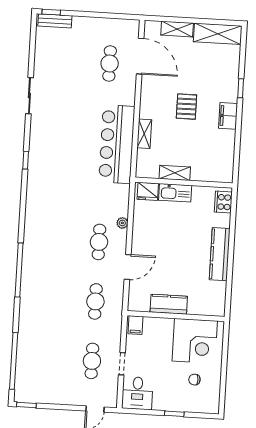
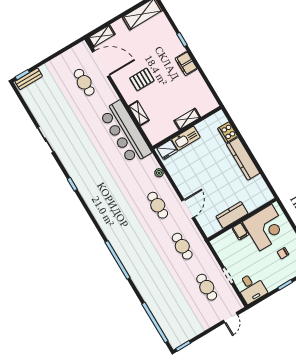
shelving: (177, 29) -> (101, 36), moved
pallet: (186, 107) -> (142, 79), moved, turned 90
shelving: (175, 173) -> (187, 119), moved
cooker: (223, 202) -> (228, 132), moved
plant: (122, 223) -> (159, 173), moved
filing cabinet: (135, 325) -> (240, 231), moved

